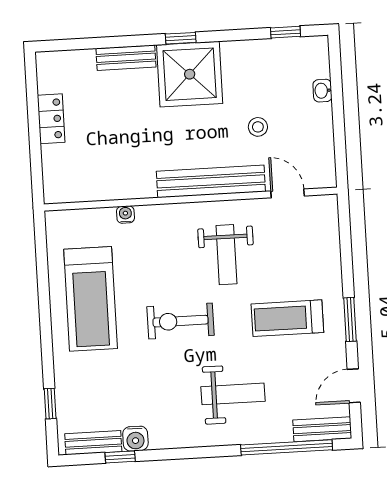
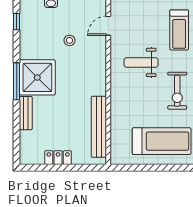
window: (181, 38) -> (17, 81), width x2.17
bench: (211, 181) -> (99, 127), moved
water cooler: (125, 215) -> (115, 119), removed
weight bench: (226, 255) -> (141, 62), turned 180

